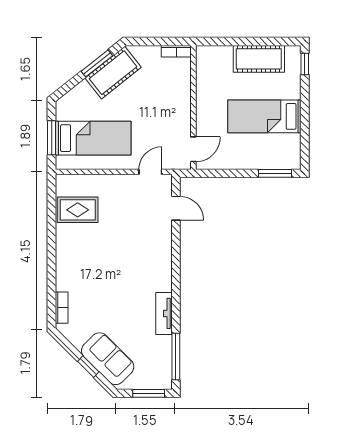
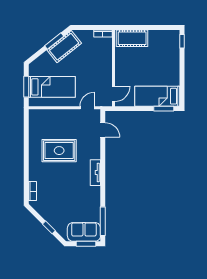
cot: (259, 59) -> (132, 38), moved
bed: (264, 116) -> (157, 96), moved
rug: (78, 210) -> (59, 151), moved, width x1.36, depth x1.43
tv unit: (164, 313) -> (95, 173), moved
sofa: (108, 359) -> (84, 232), moved, turned -45

